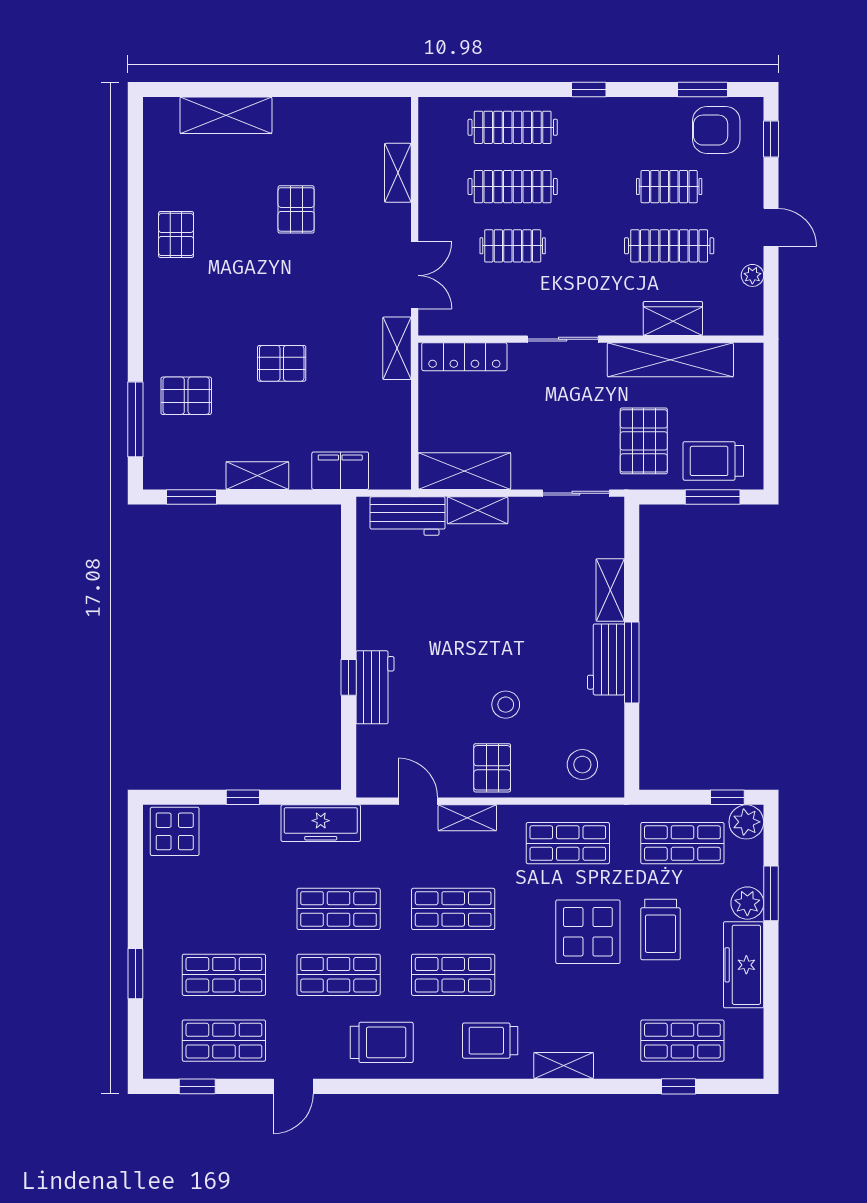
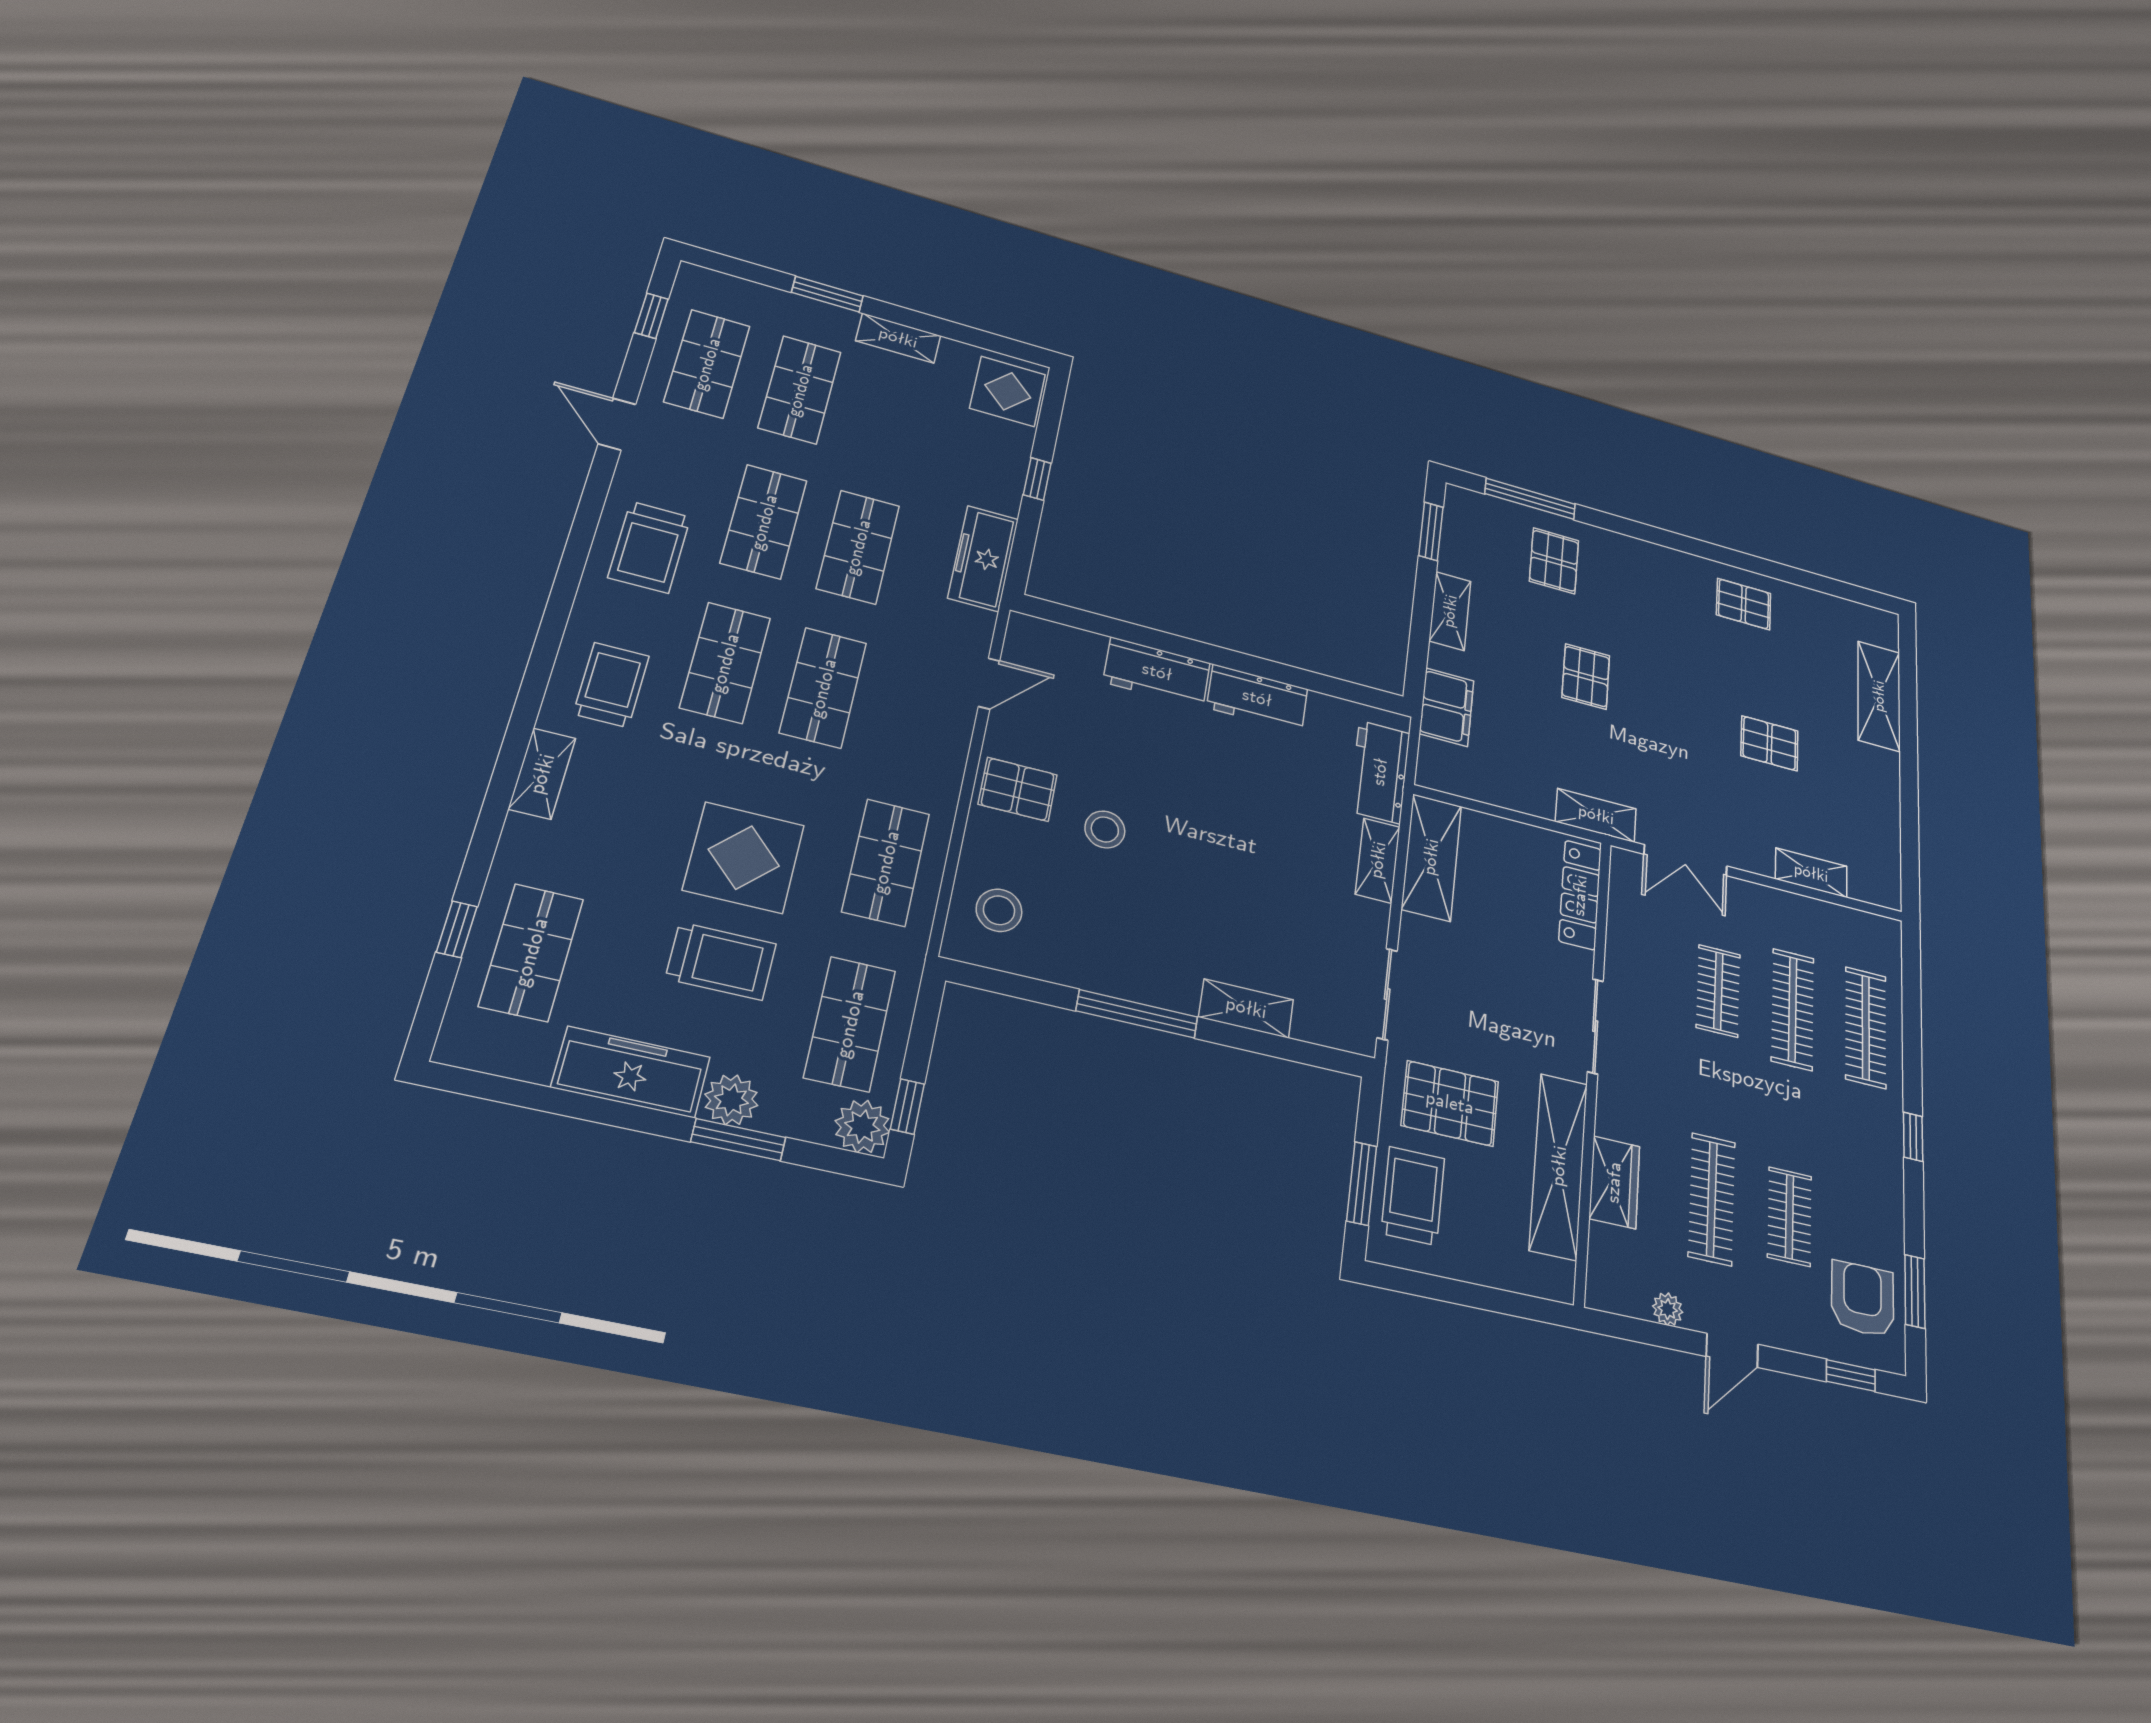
workbench: (606, 659) -> (1257, 698), moved, turned 180
window: (349, 677) -> (1176, 645), removed
shelving: (467, 818) -> (898, 338), moved, turned 90
trolley: (661, 929) -> (721, 961), turned 180

